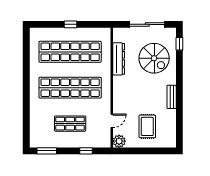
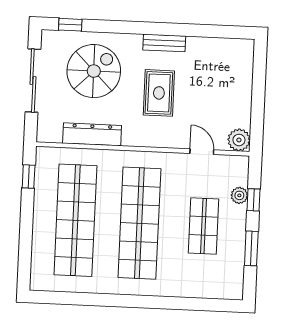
window: (71, 24) -> (29, 176), moved
rug: (147, 126) -> (159, 93), moved, turned 90
plant: (88, 143) -> (239, 195), added
window: (47, 151) -> (251, 248), moved

